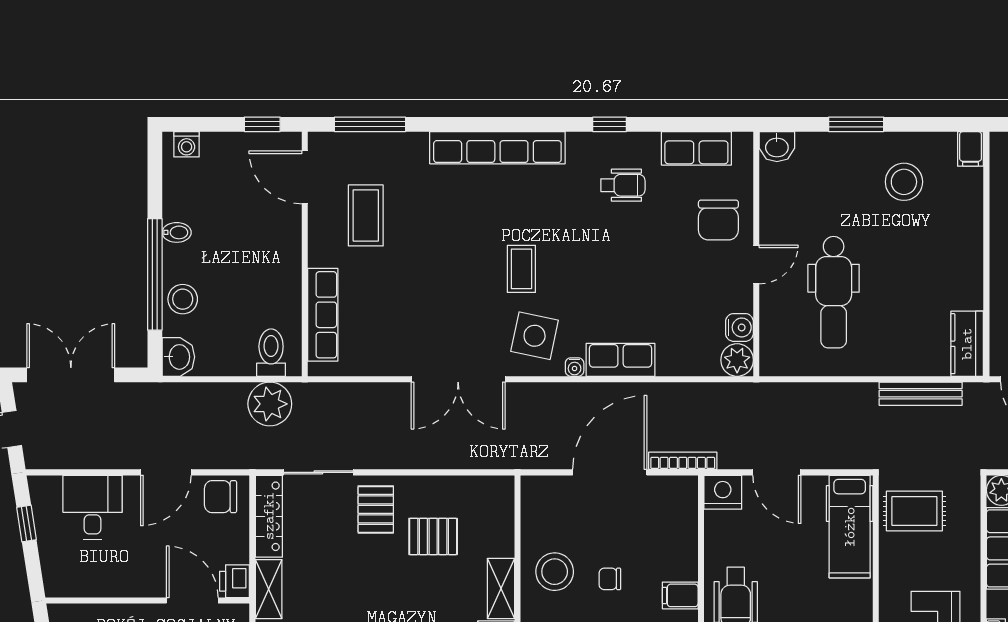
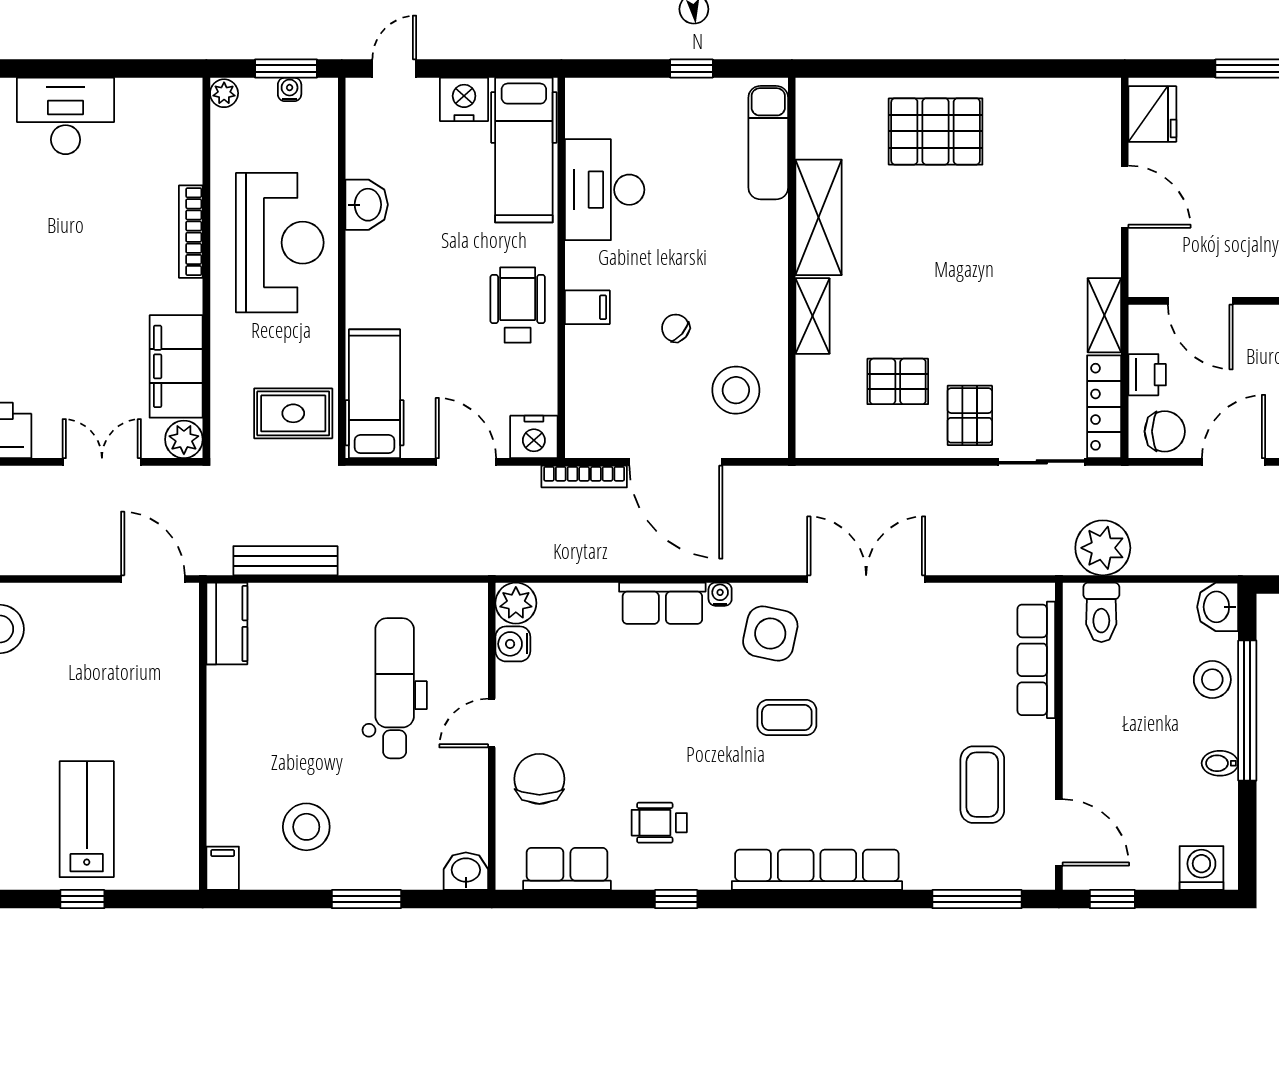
washing machine: (187, 144) -> (1201, 868), width x1.38, depth x1.38
coffee table: (521, 269) -> (787, 718), turned 90
door: (610, 472) -> (676, 462), hinge flipped
stool: (555, 572) -> (736, 390), moved
chair: (610, 579) -> (676, 328), turned -139
printer: (235, 581) -> (1147, 375), moved

